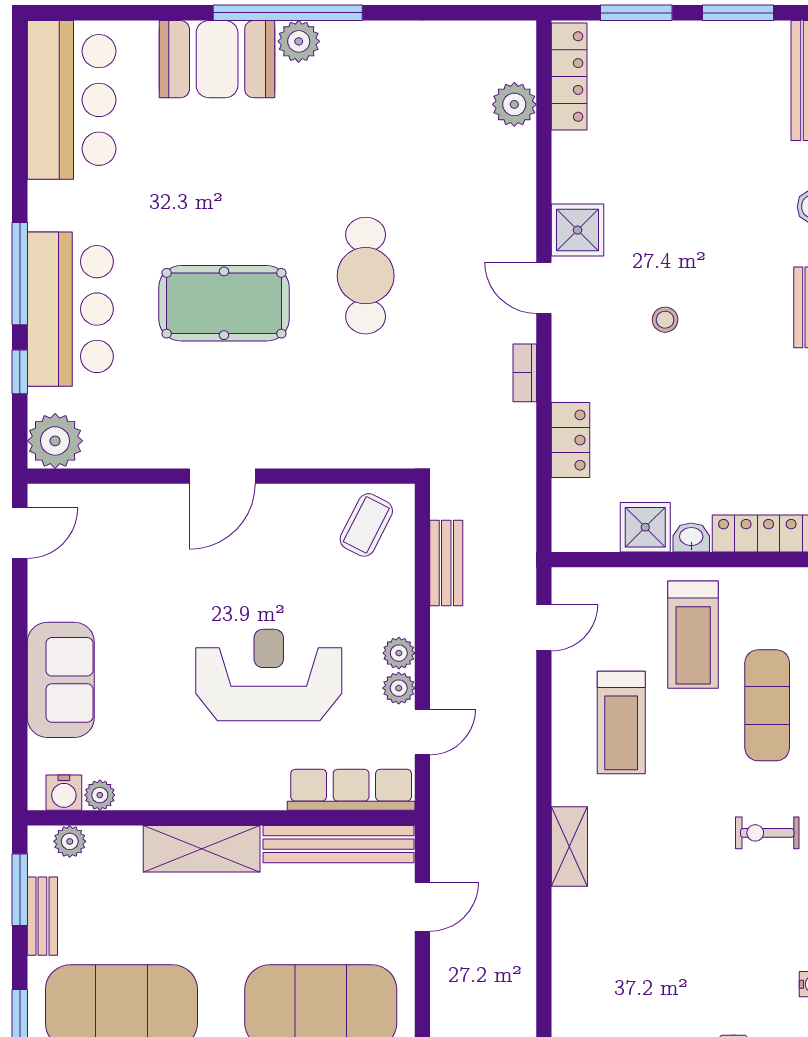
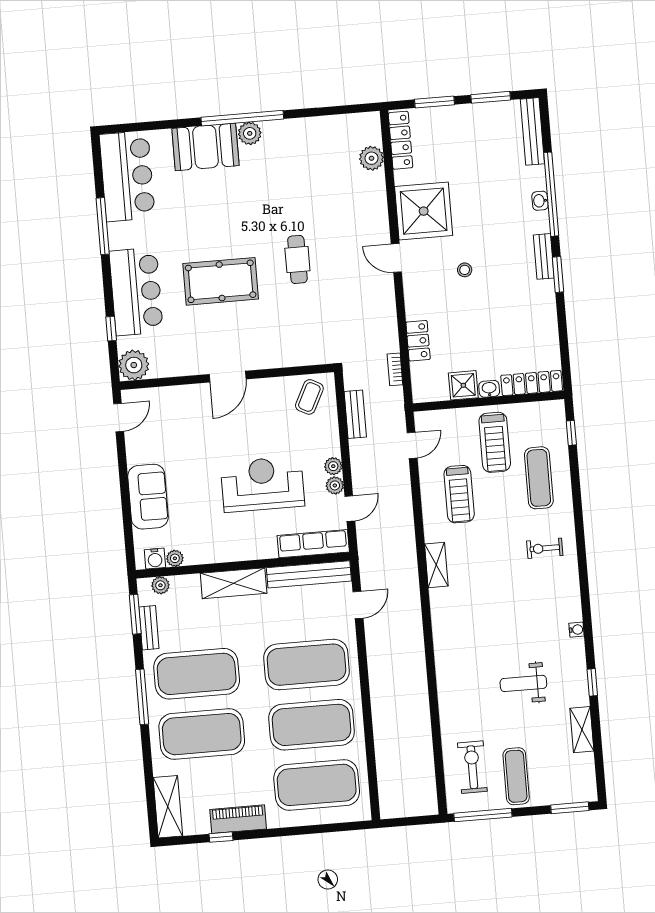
shower: (578, 230) -> (424, 211), width x1.86, depth x1.86
window: (20, 274) -> (103, 226), moved
cafe table: (366, 276) -> (297, 259), width x0.73, depth x0.74
bookcase: (525, 373) -> (395, 369), moved

